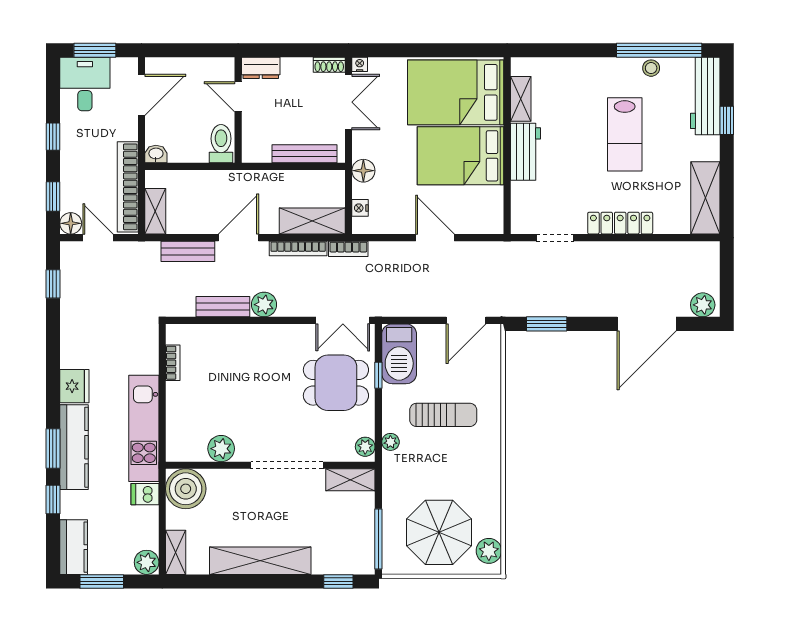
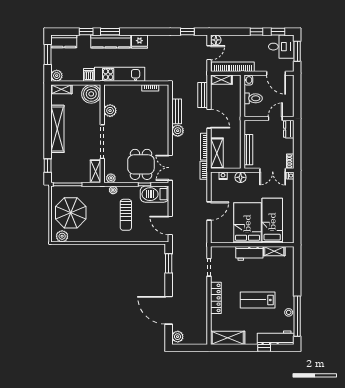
bed: (456, 92) -> (272, 221), width x0.67
toilet: (221, 144) -> (253, 98), moved
window: (53, 197) -> (278, 32), moved

